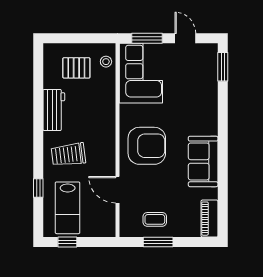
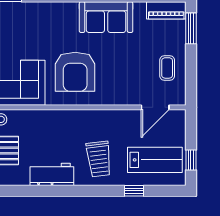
armchair: (147, 146) -> (75, 72), moved, turned 180
door: (117, 190) -> (155, 107), moved
window: (158, 242) -> (191, 28), moved

